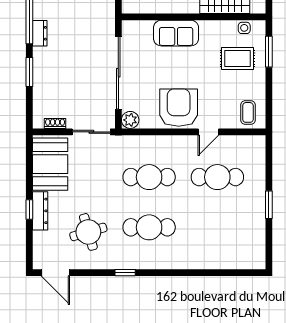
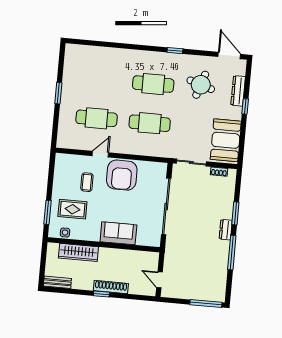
dresser: (40, 33) -> (226, 230), moved
coffee table: (248, 112) -> (87, 182), moved
plant: (130, 120) -> (160, 169), removed
dresser: (40, 211) -> (238, 91), moved
round table: (88, 232) -> (201, 85), turned 34

